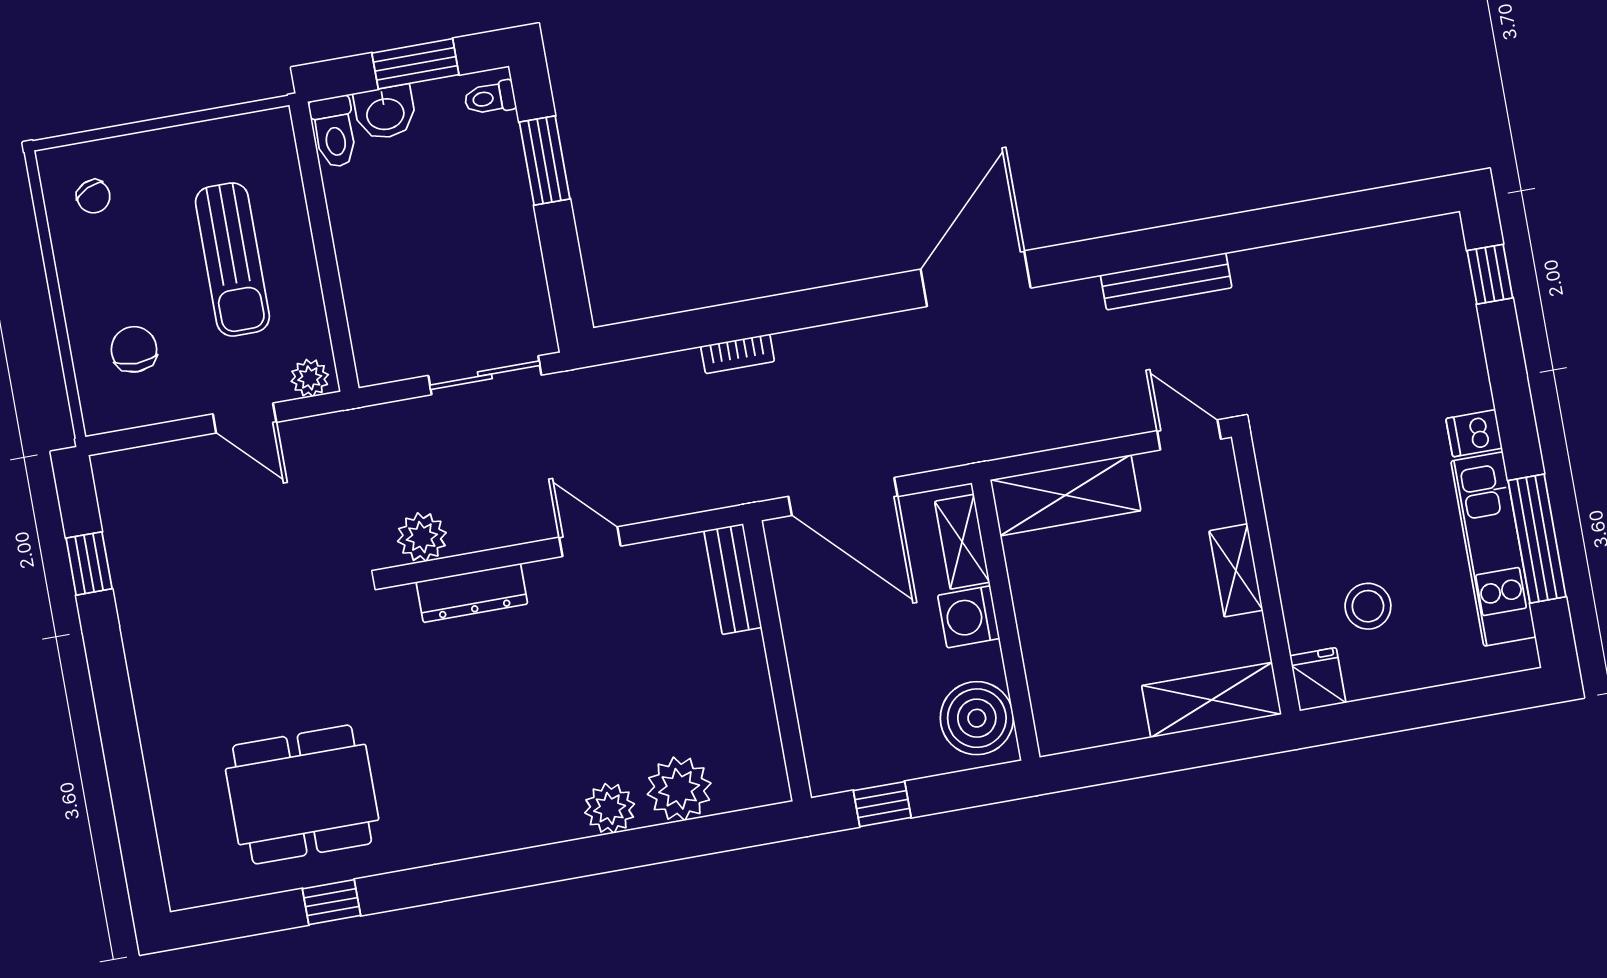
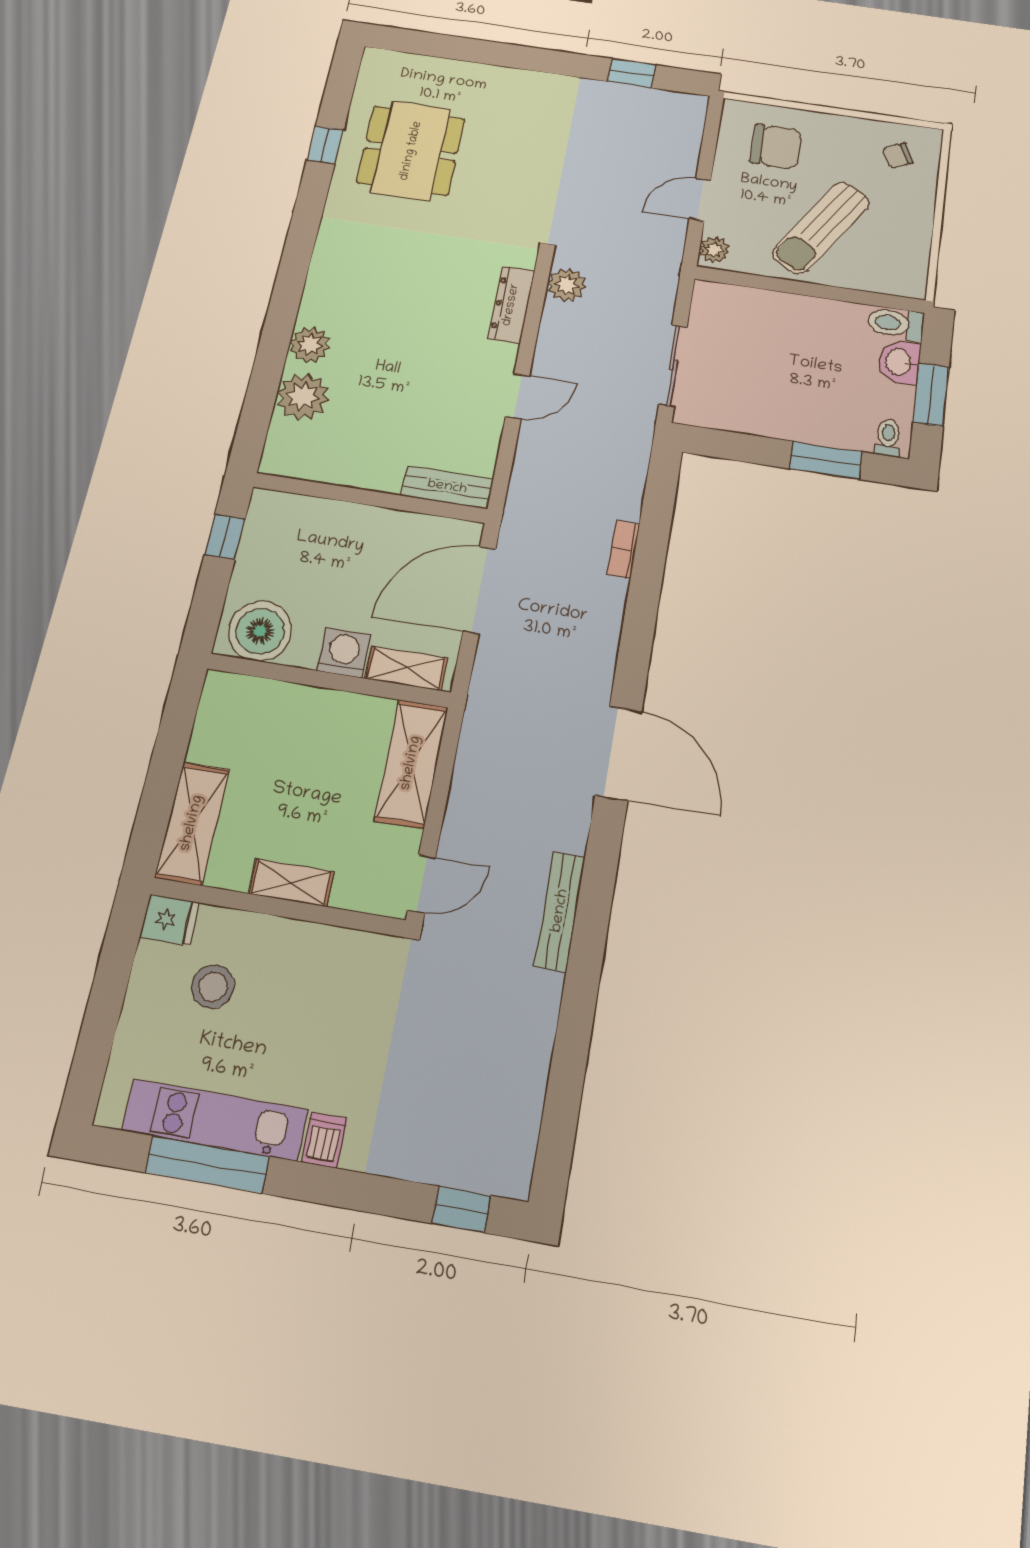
sun lounger: (232, 260) -> (821, 228), turned -58
chair: (134, 349) -> (776, 146), width x1.37, depth x1.37

